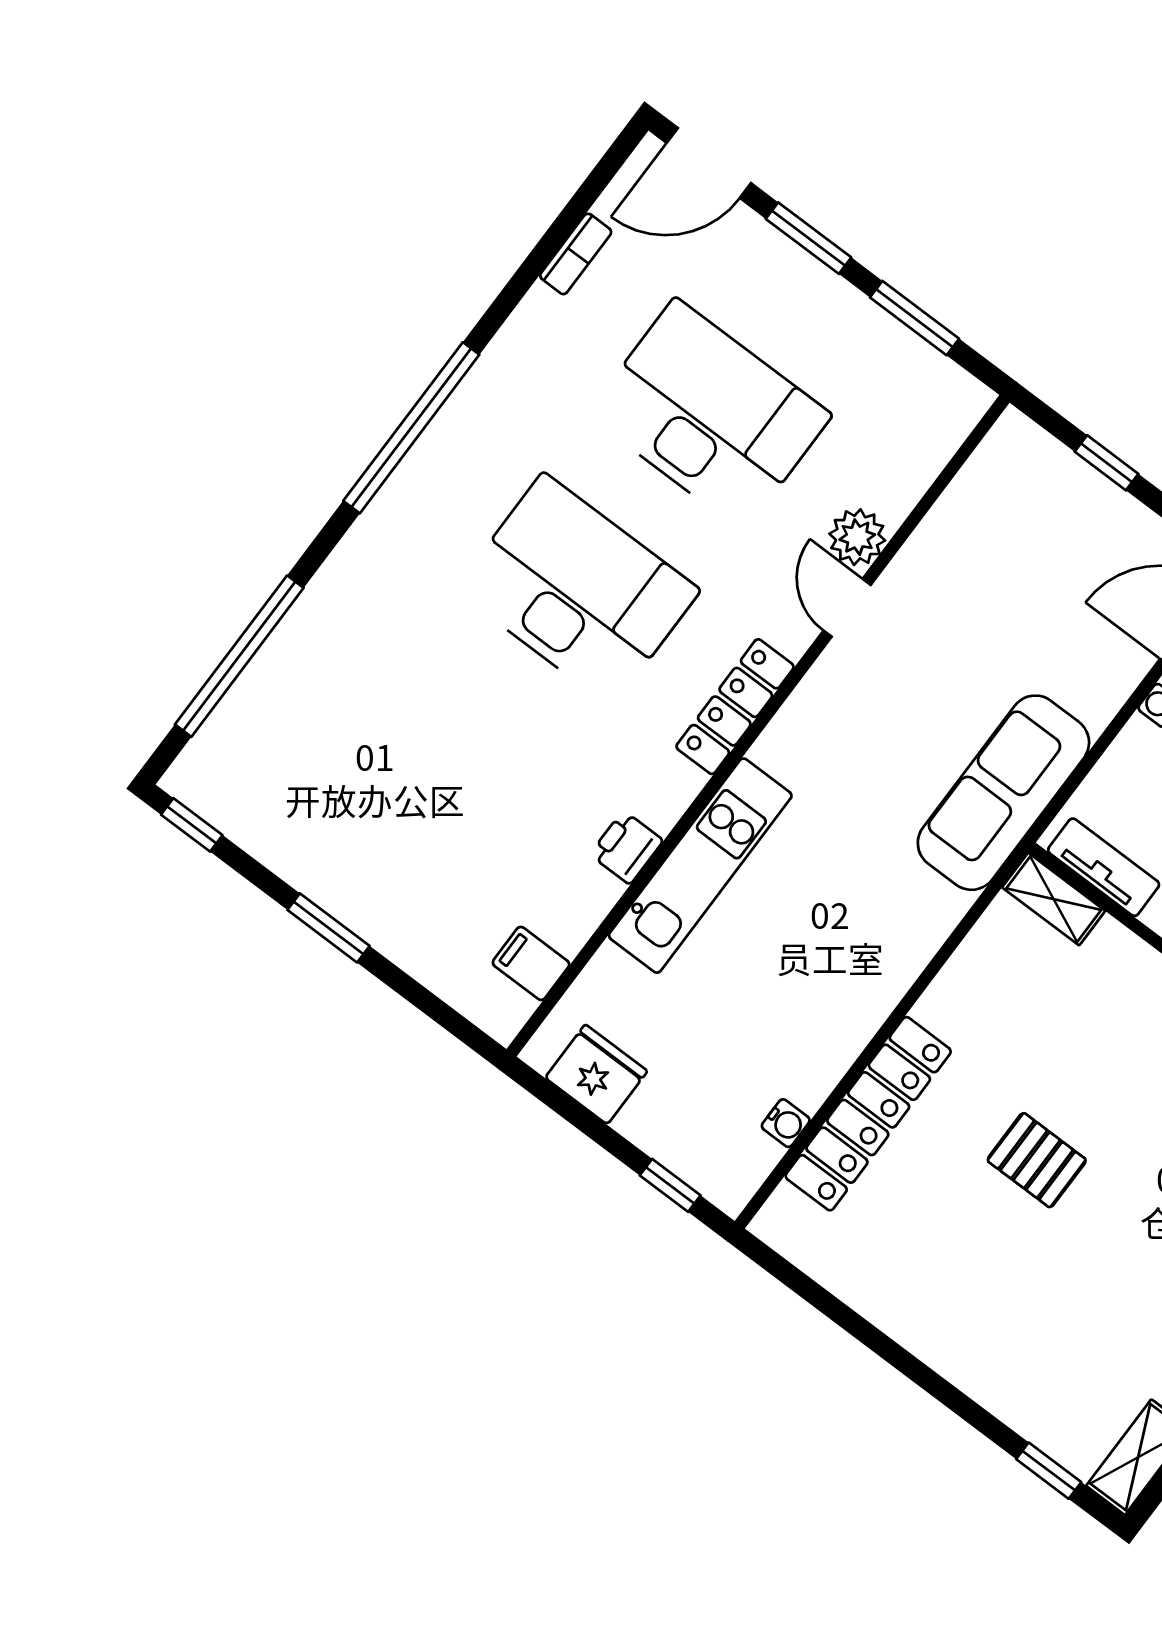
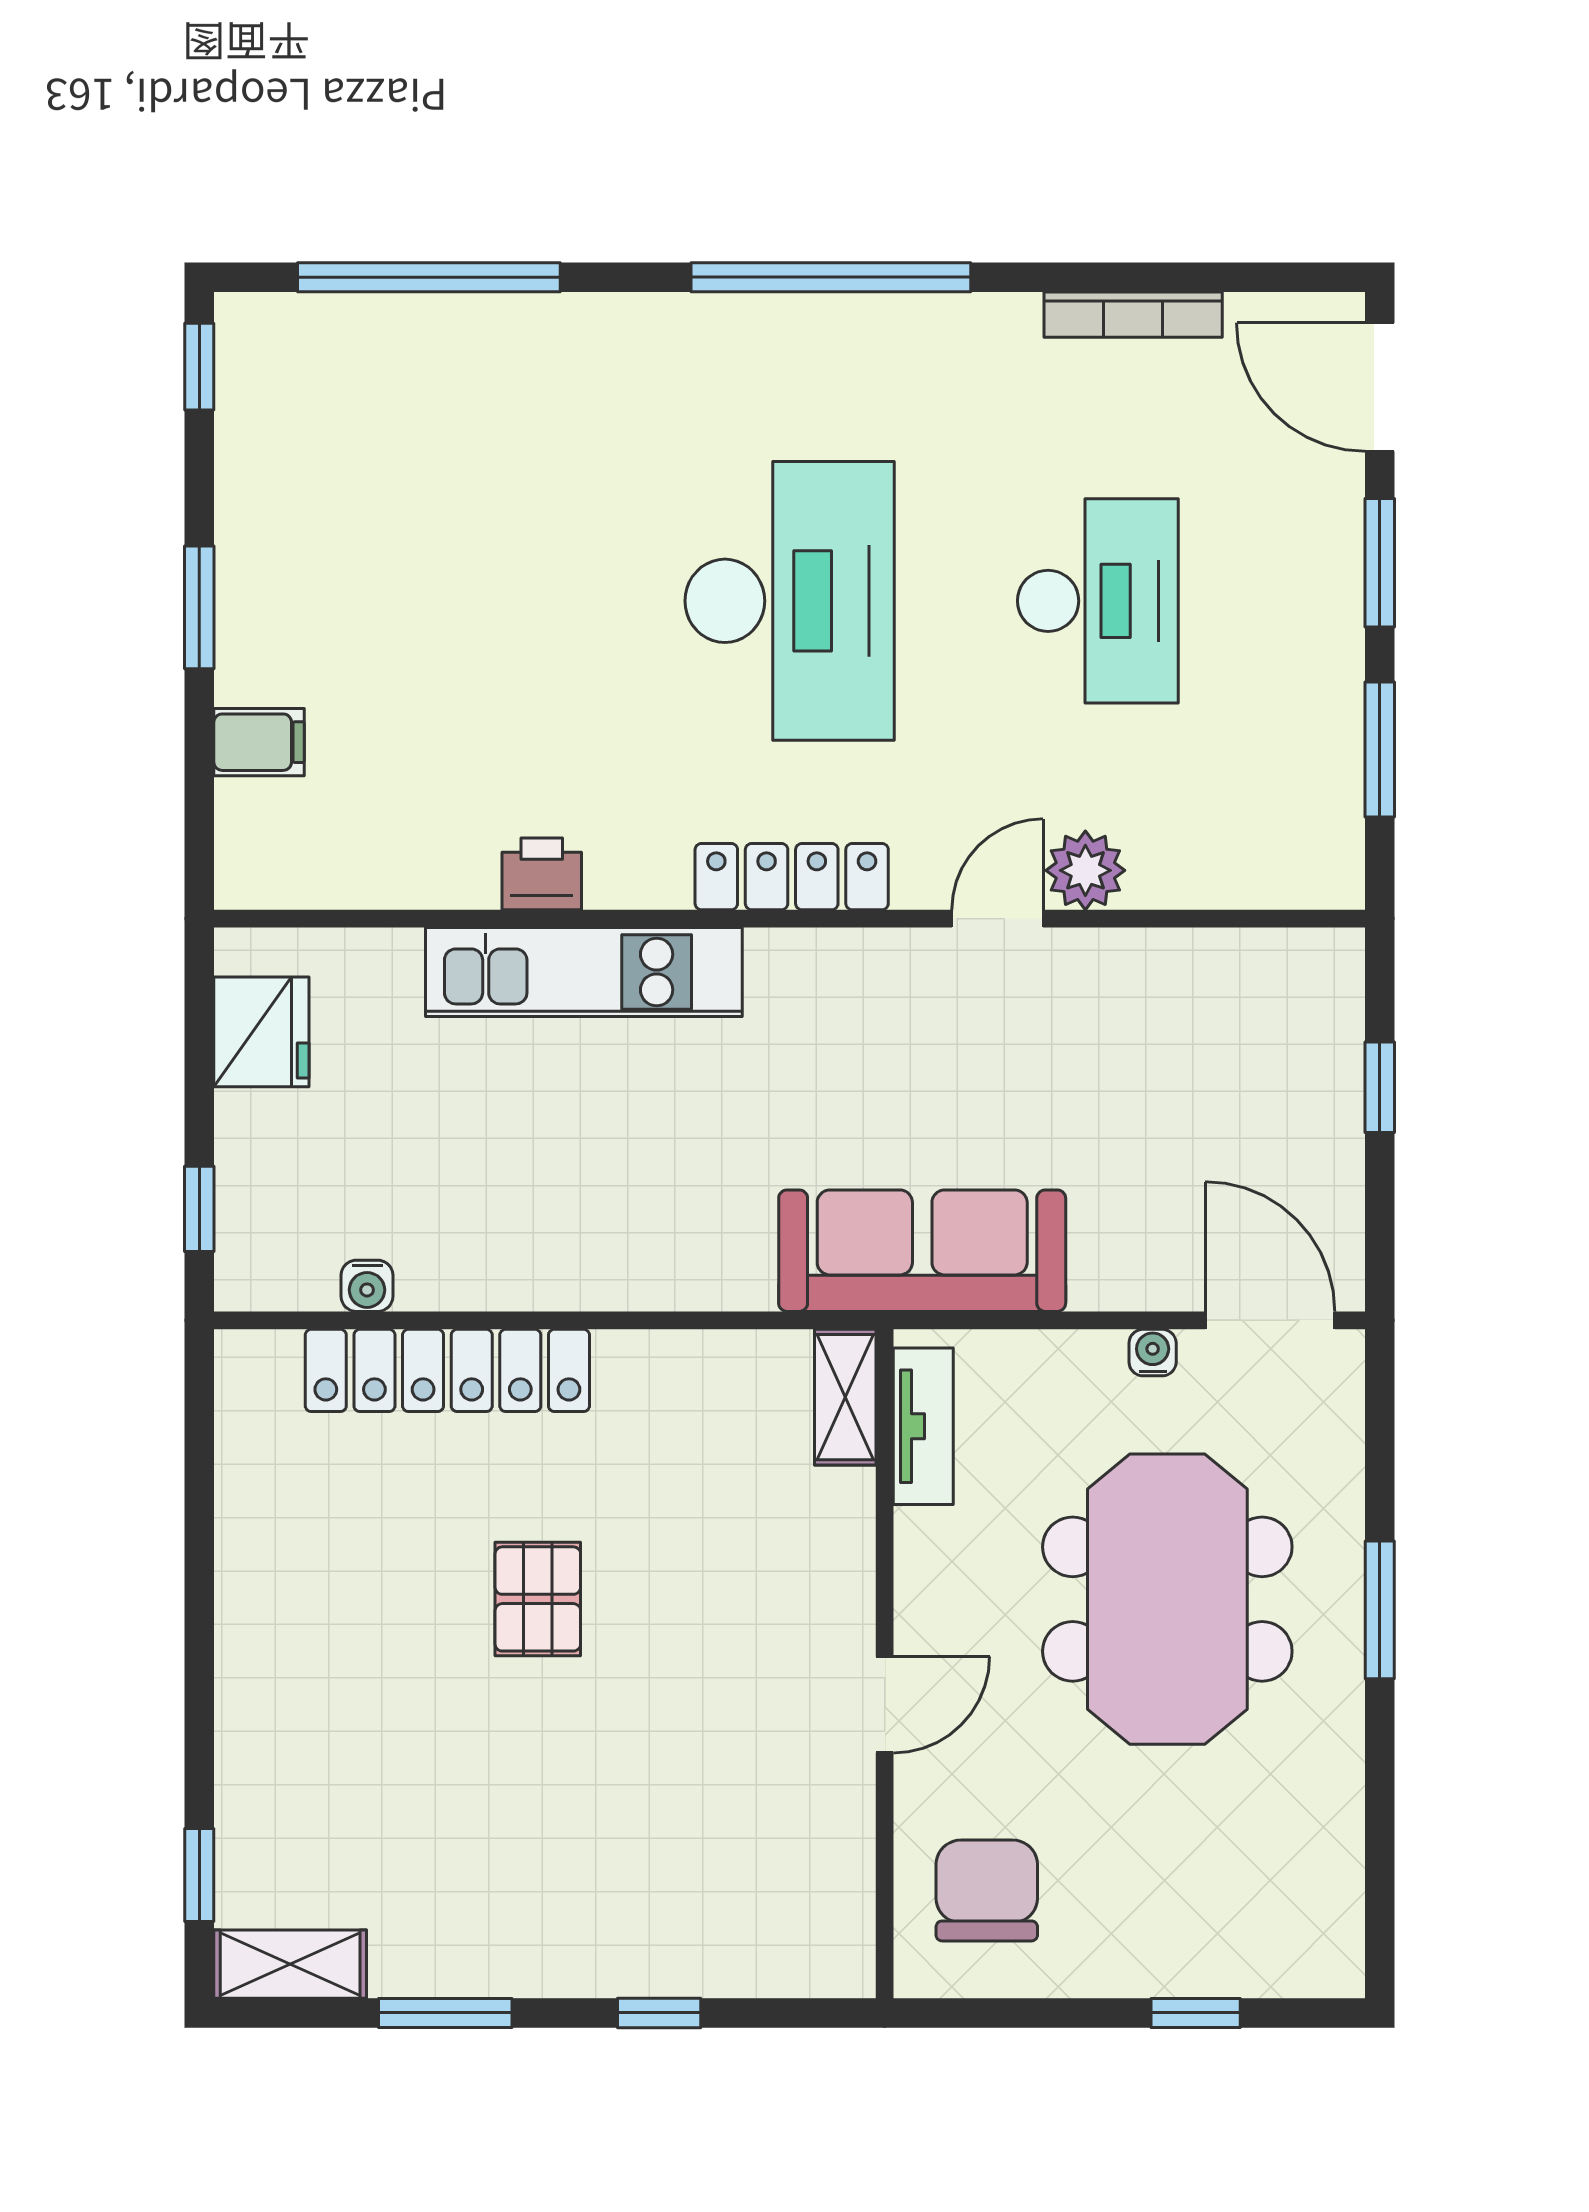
bookcase: (576, 254) -> (1133, 315), width x1.56
desk: (709, 415) -> (1098, 601), width x0.73, depth x0.77
filing cabinet: (531, 963) -> (259, 742), moved, turned 90

